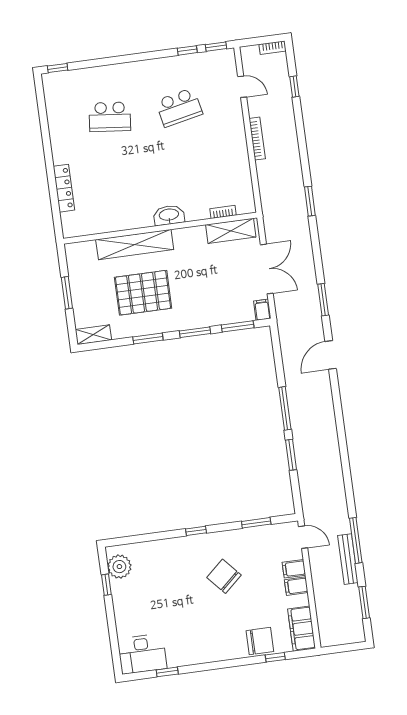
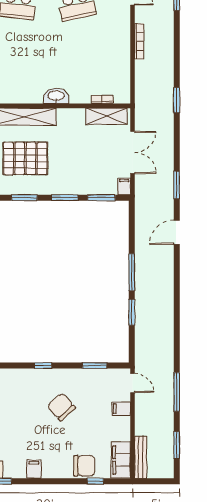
bench: (348, 559) -> (141, 457), moved
filing cabinet: (296, 586) -> (34, 469), moved, turned 90

